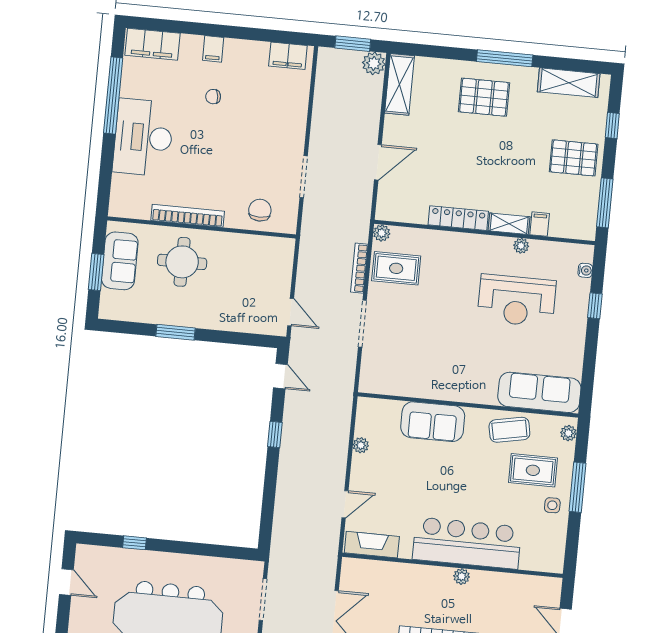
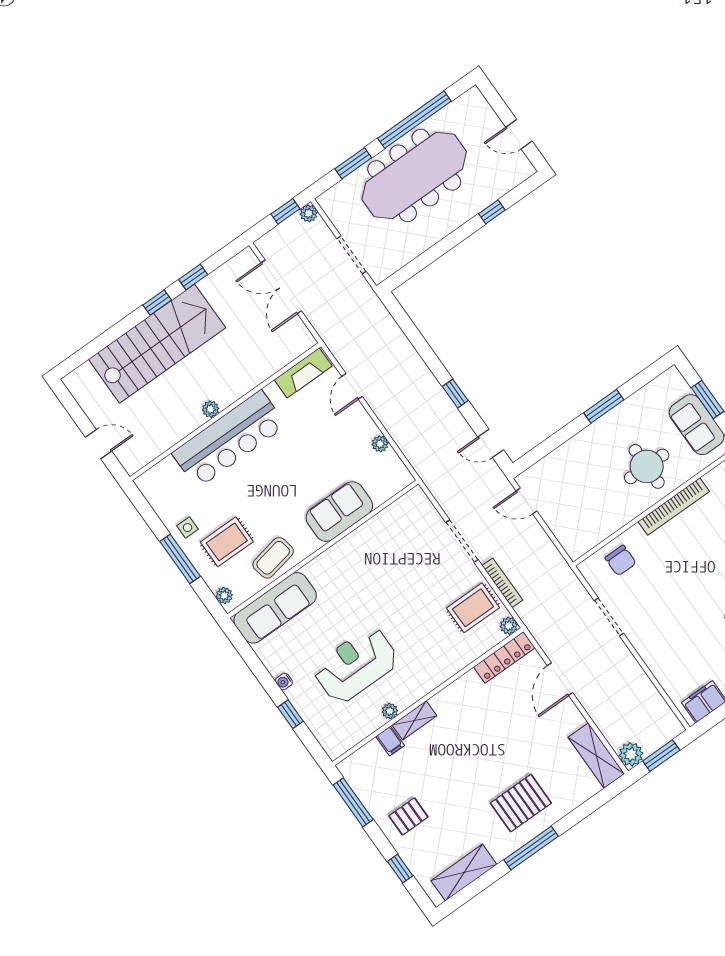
pallet: (574, 158) -> (408, 816), width x0.67, depth x0.71
locker: (458, 218) -> (504, 657), moved
water cooler: (585, 270) -> (284, 682), moved

